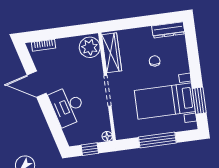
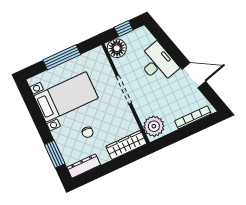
bookcase: (44, 45) -> (193, 117), width x1.56
wardrobe: (112, 53) -> (126, 145), moved, turned 90
window: (199, 101) -> (55, 154), moved
floor lamp: (107, 136) -> (117, 48), width x1.89, depth x1.89

